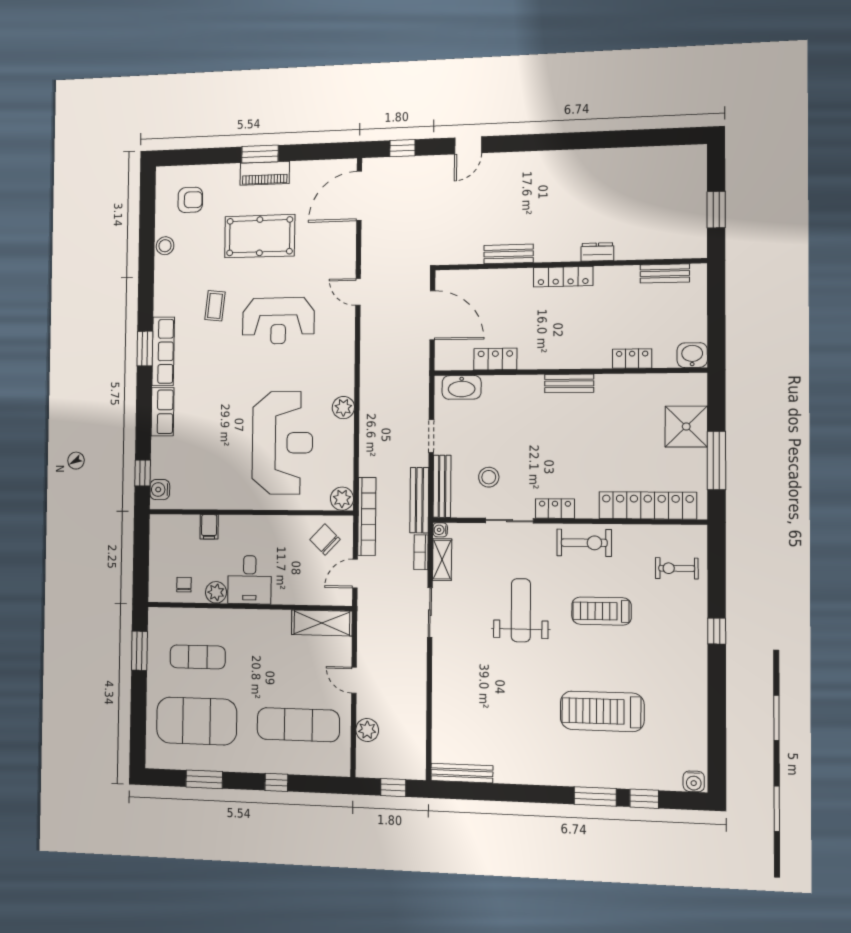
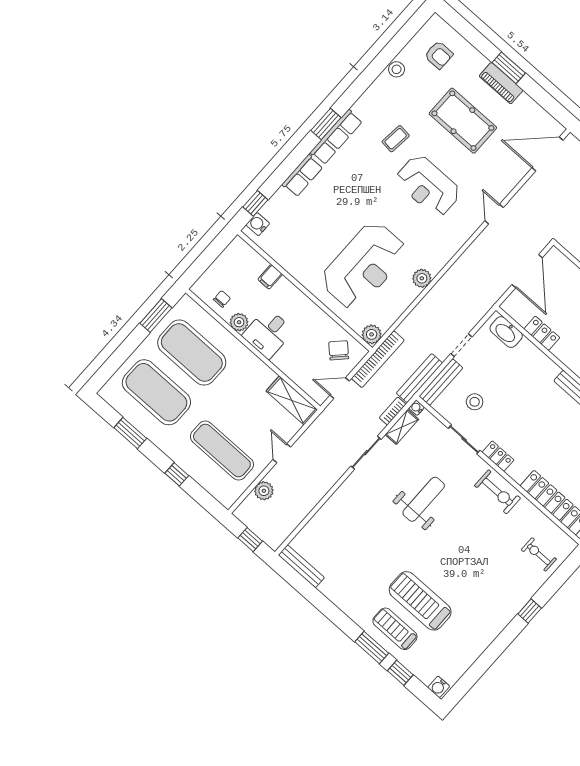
treadmill: (601, 611) -> (395, 629), moved
exercise mat: (198, 657) -> (192, 353), width x2.00, depth x1.45

